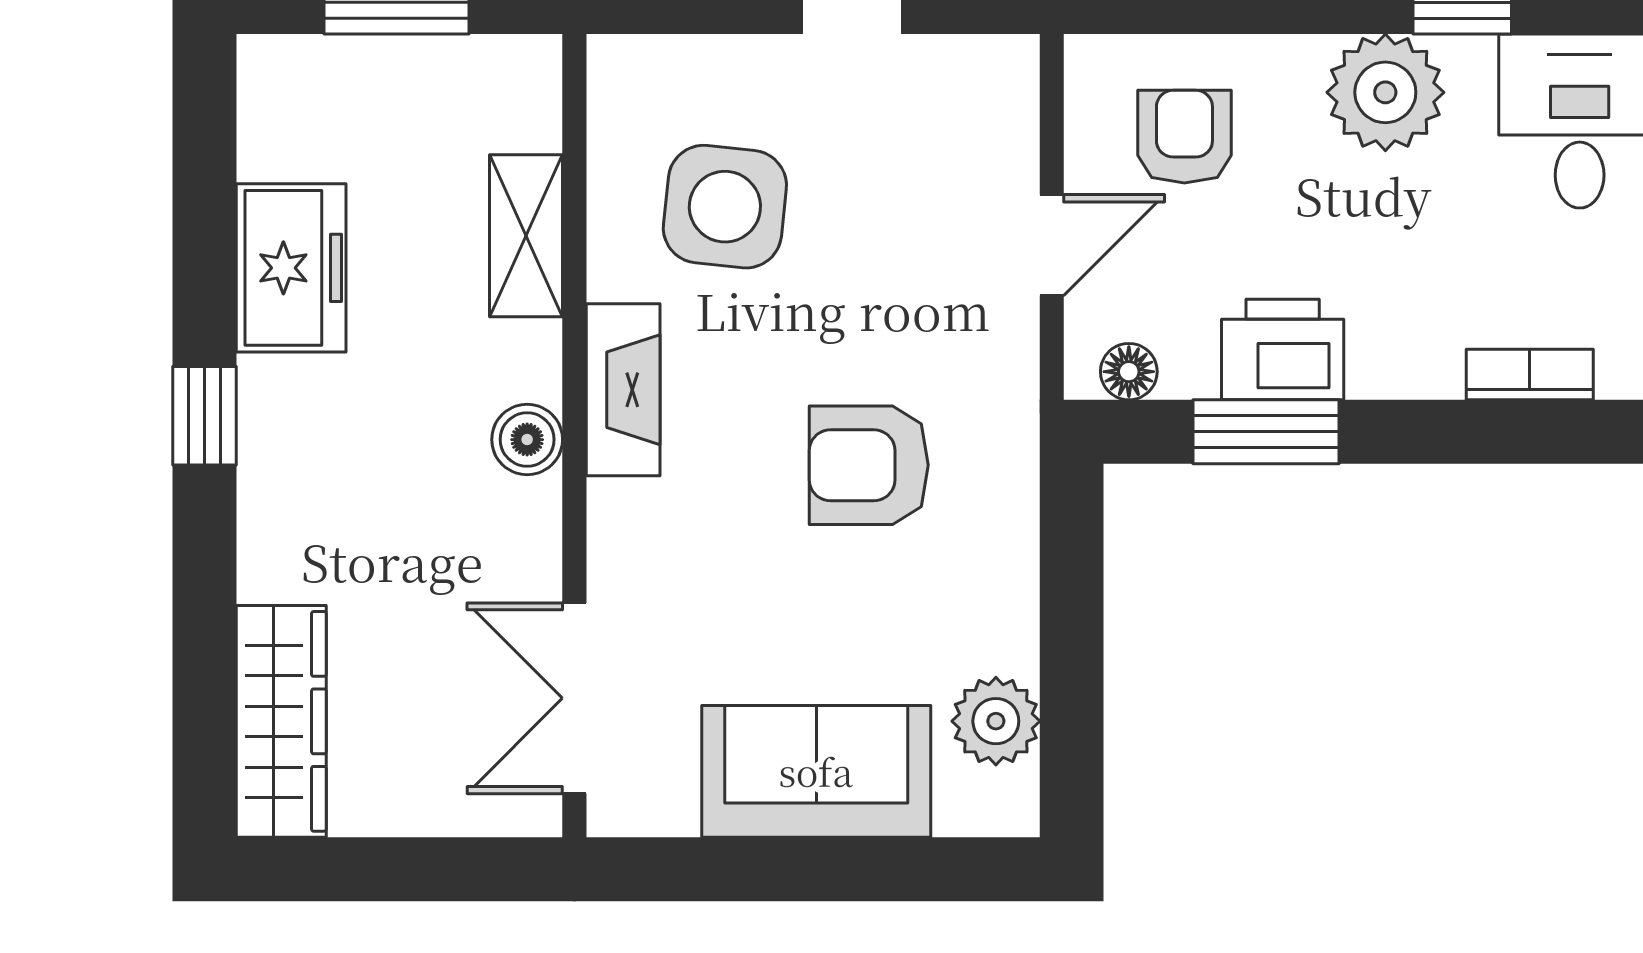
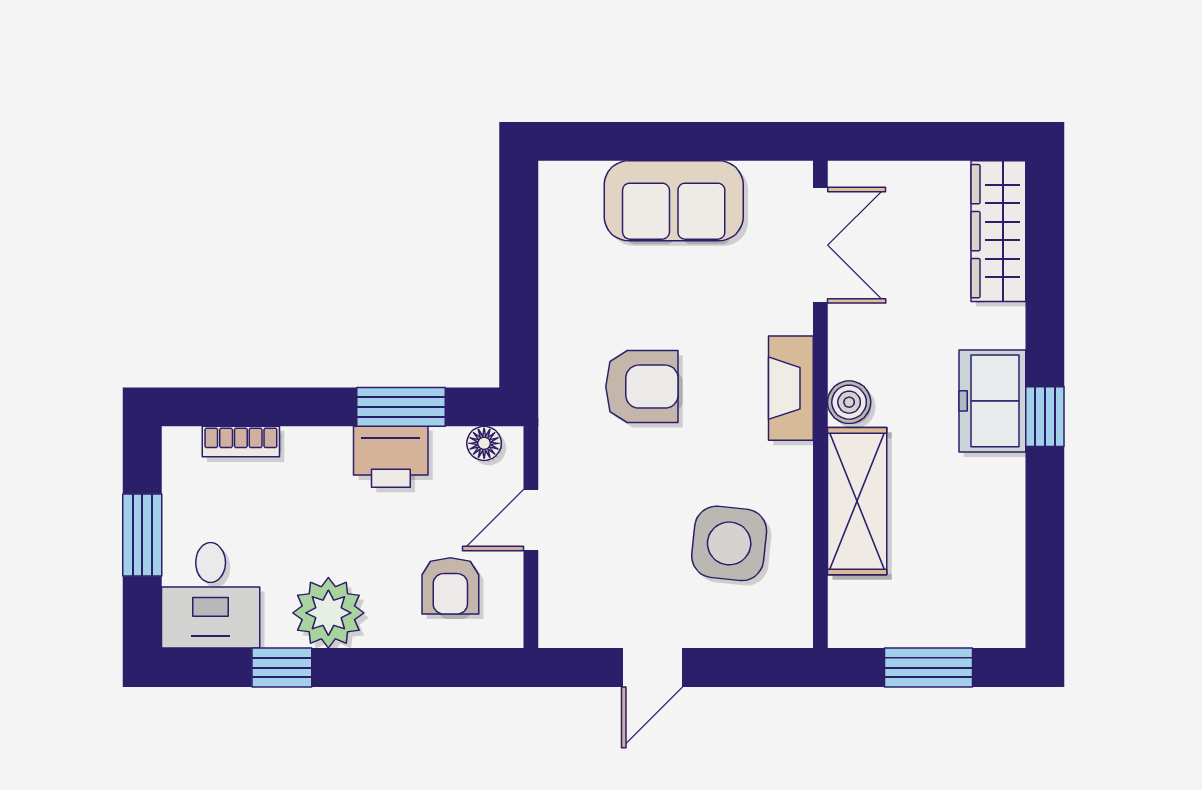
shelving: (526, 236) -> (857, 501), width x1.50, depth x1.33
freezer: (291, 268) -> (992, 401), moved
fireplace: (623, 390) -> (791, 388), moved
plant: (996, 721) -> (565, 231), removed

